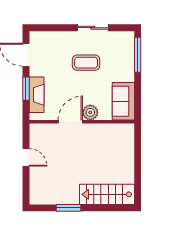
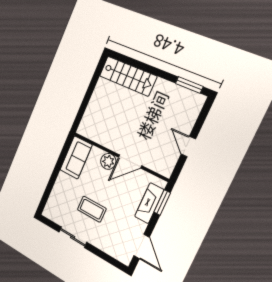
window: (138, 55) -> (47, 193), removed
window: (26, 89) -> (162, 203), moved
window: (69, 208) -> (189, 85), moved

